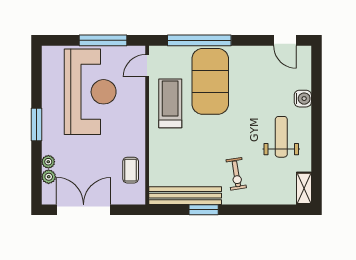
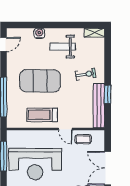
door: (147, 66) -> (65, 129), moved
exercise mat: (210, 81) -> (40, 81), moved
reception desk: (90, 92) -> (35, 164), turned 180

